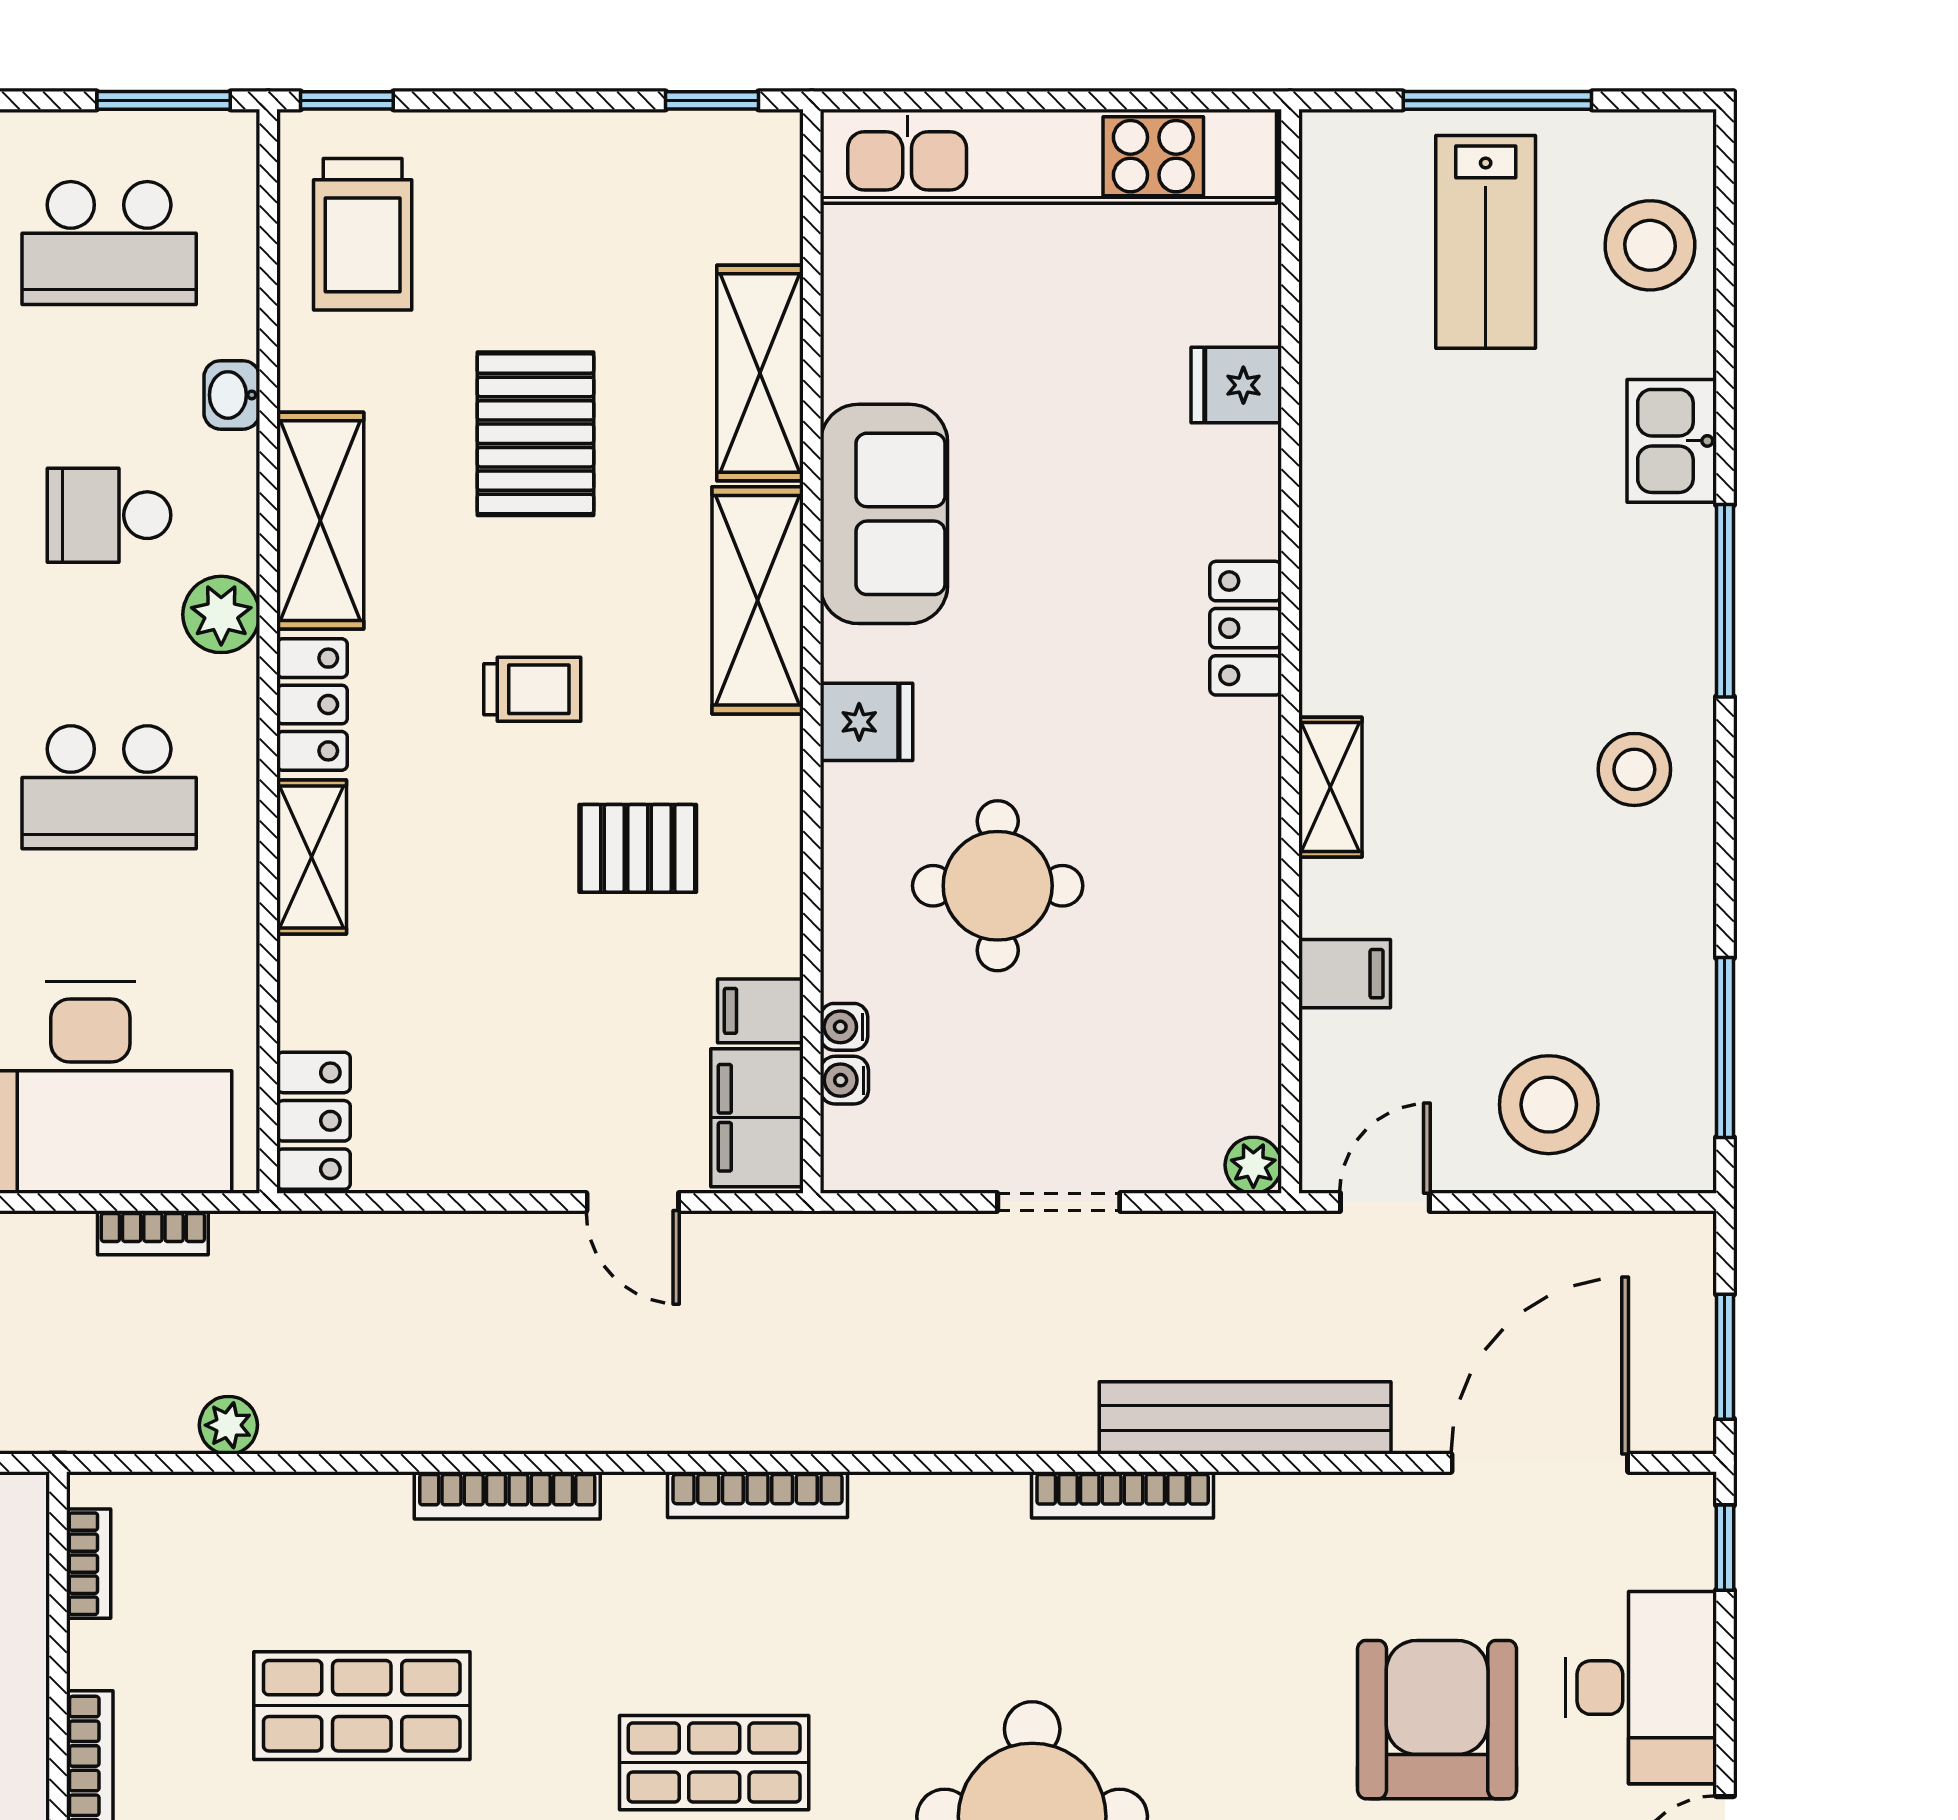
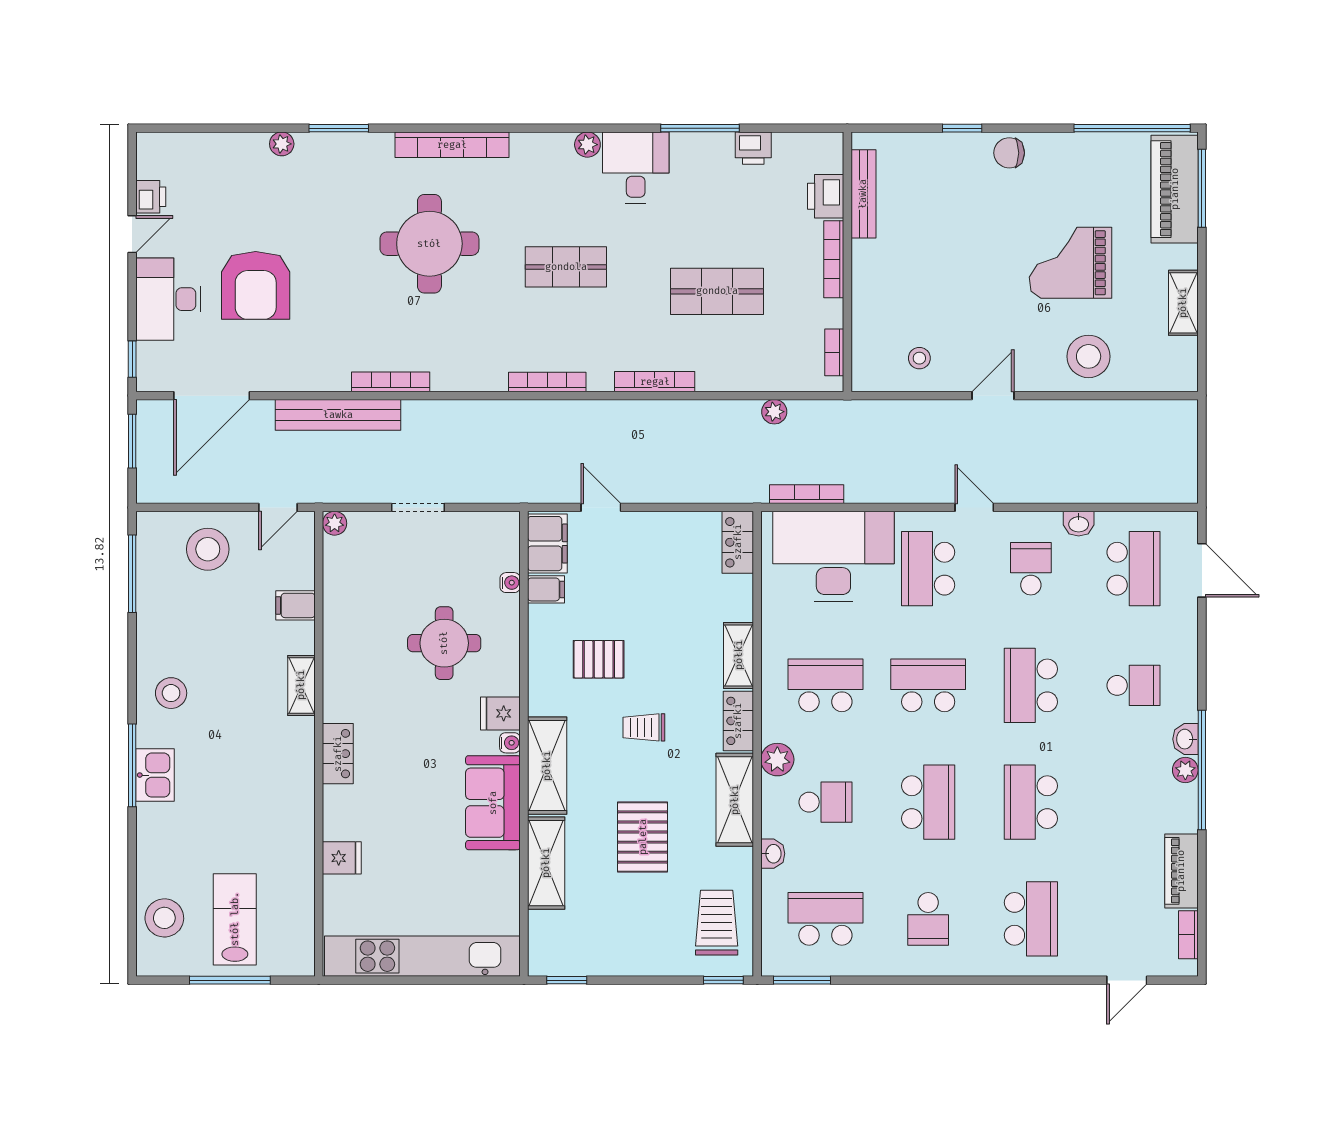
kitchen sink: (1672, 441) -> (155, 775), moved
water cooler: (844, 1080) -> (510, 743), moved
bookcase: (153, 1233) -> (807, 494), width x1.56

